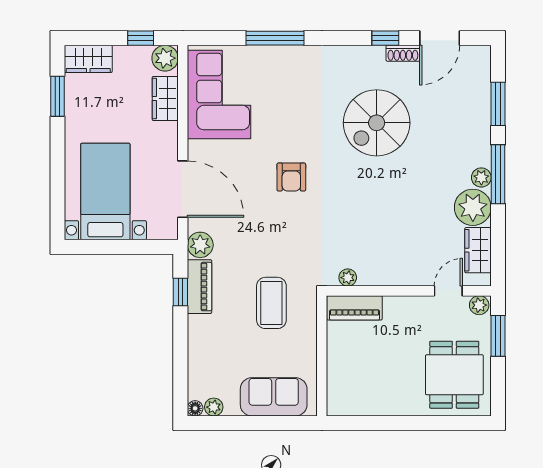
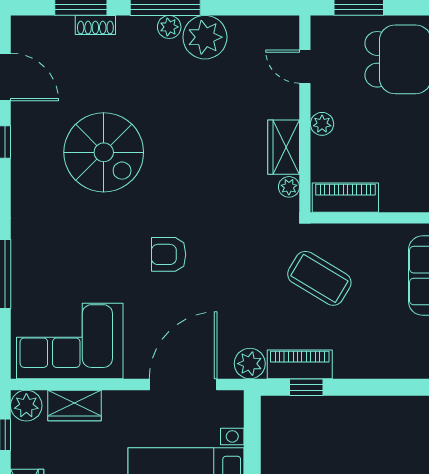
shoe rack: (403, 53) -> (95, 25), moved, turned 90
armchair: (291, 177) -> (169, 254), turned 180
wardrobe: (478, 250) -> (284, 147), moved, turned 90
coffee table: (271, 303) -> (319, 278), turned 31
plant: (479, 305) -> (322, 124), moved
piano: (355, 308) -> (345, 198), moved, turned -90

